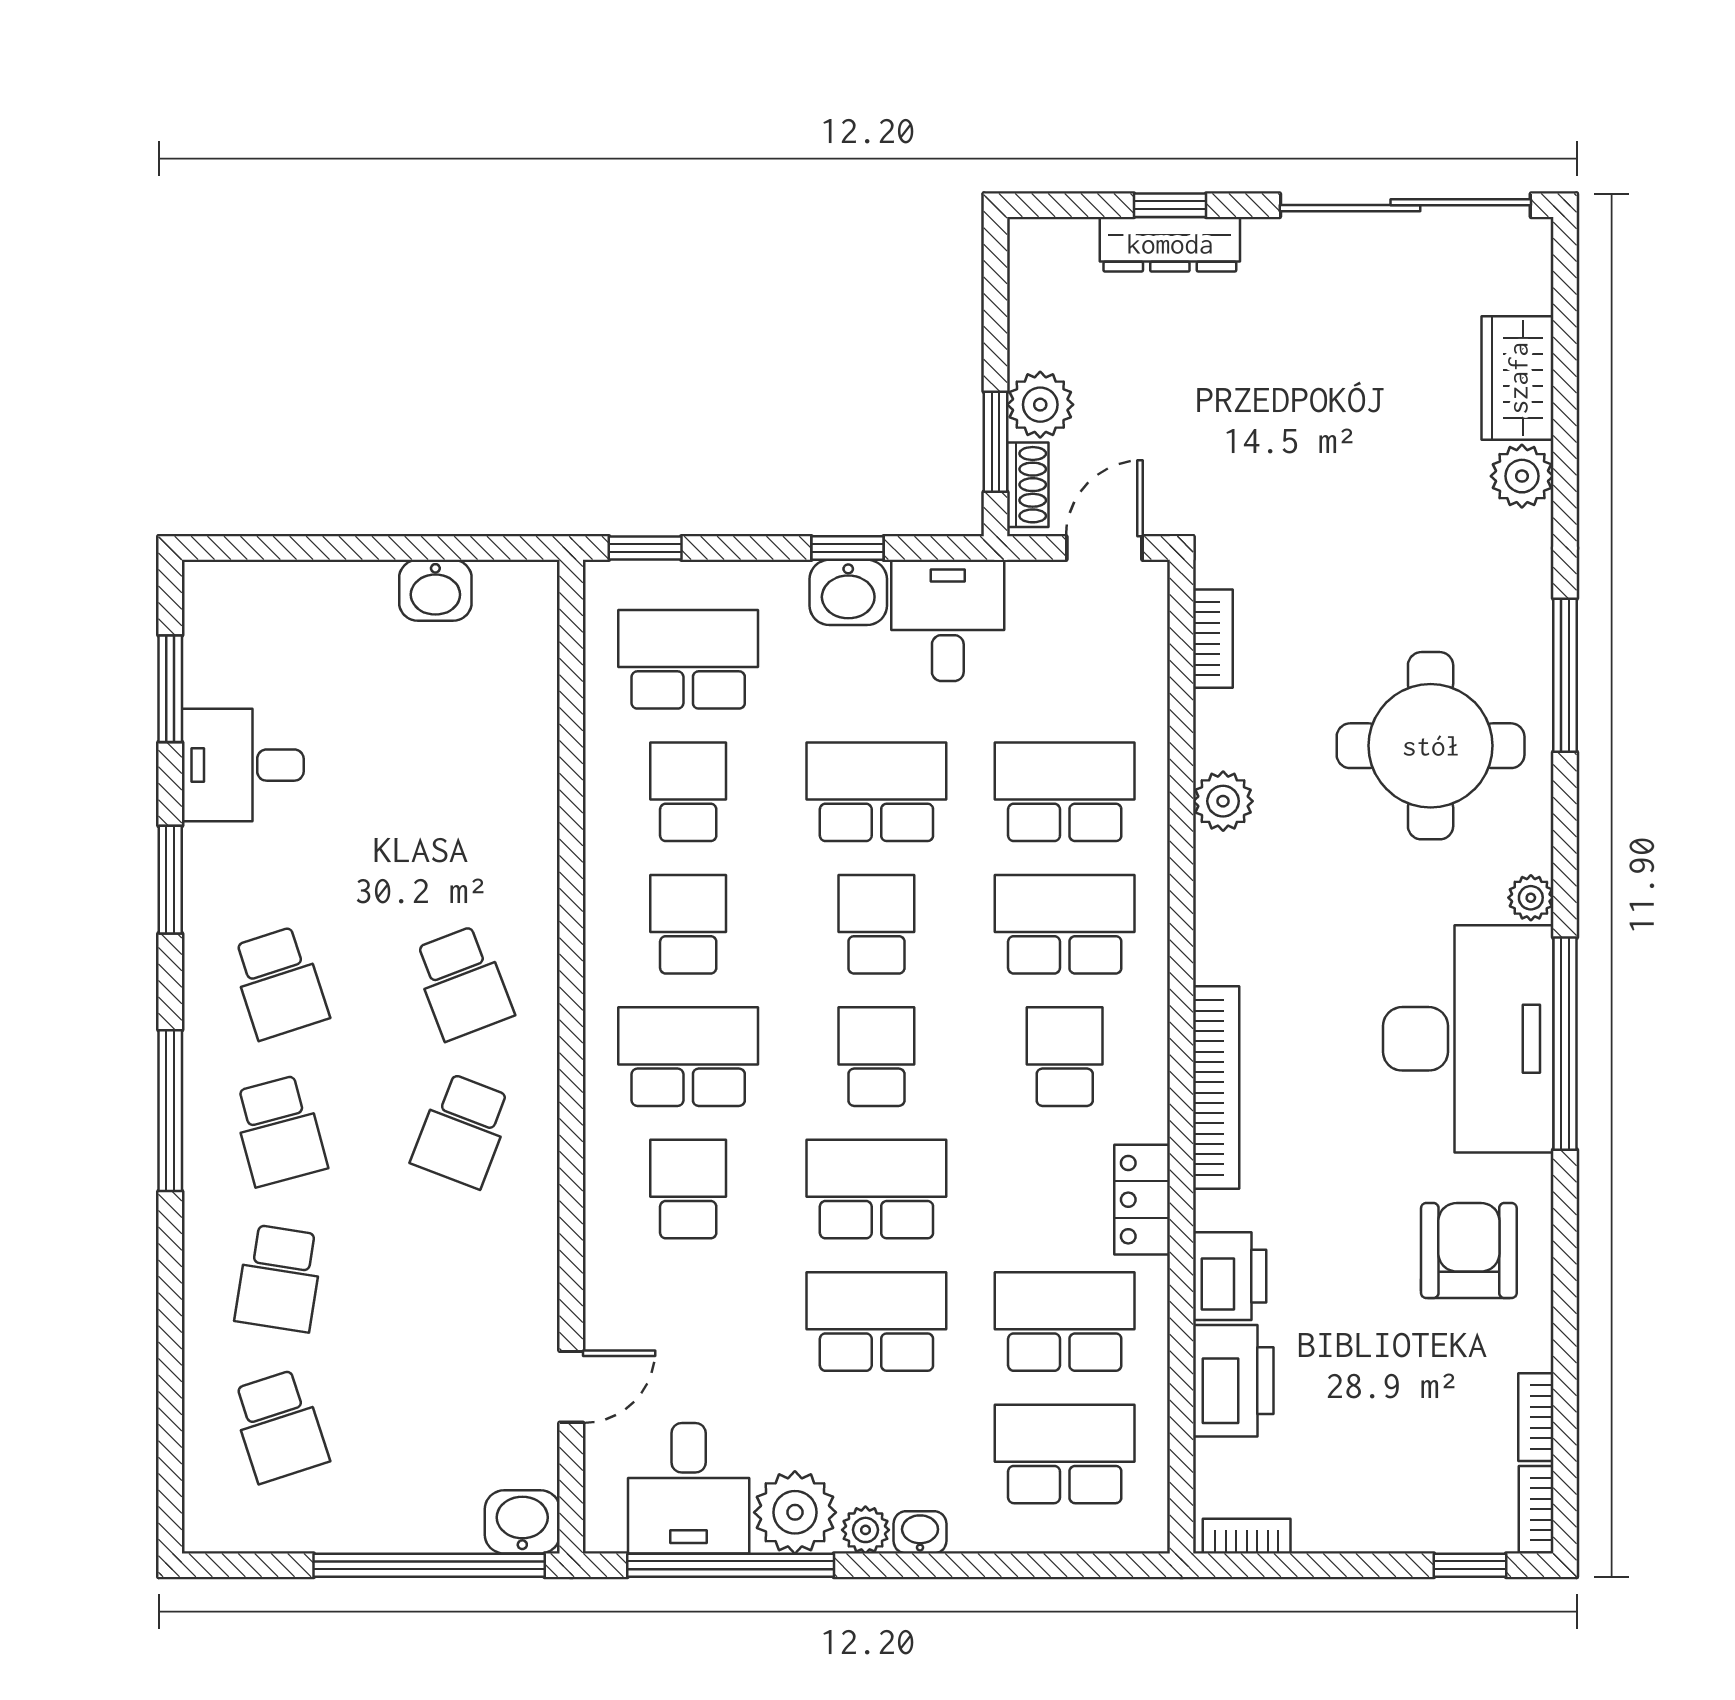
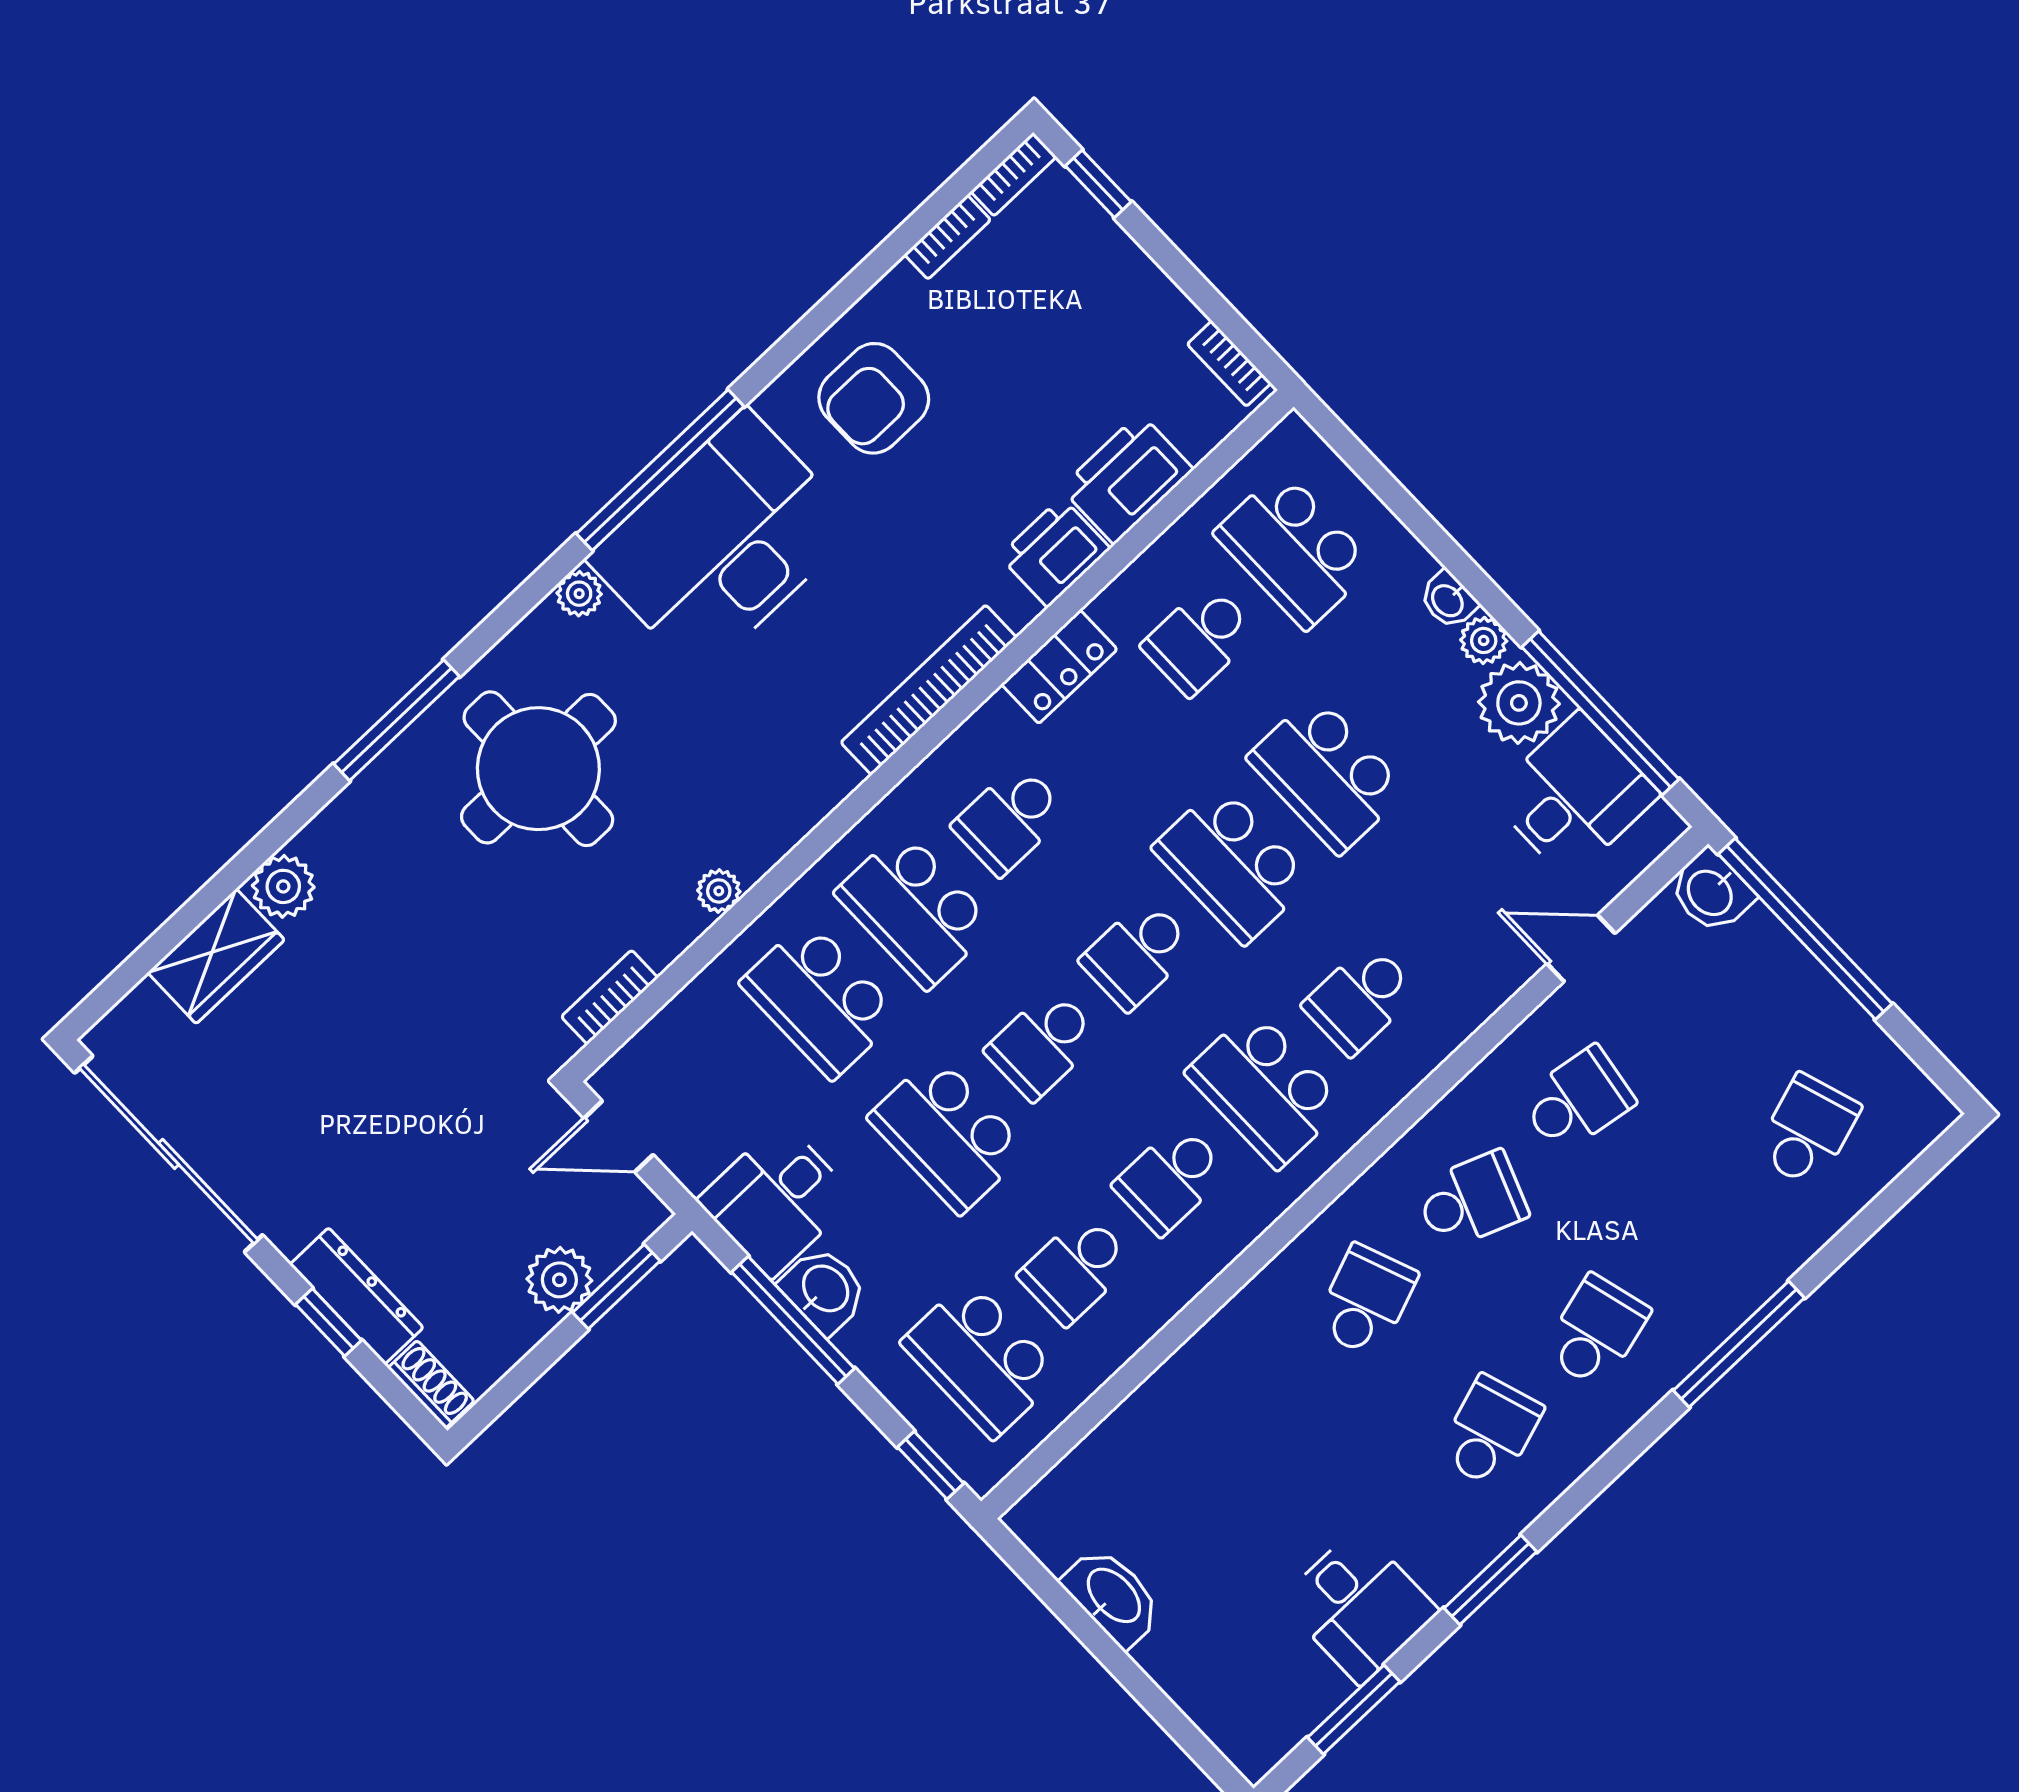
shoe rack: (1028, 485) -> (431, 1384), moved, turned 90
window: (848, 548) -> (793, 1320), width x2.17
washbasin: (435, 590) -> (1113, 1597), width x1.38
plant: (1223, 801) -> (719, 891), width x0.73, depth x0.73
window: (170, 1111) -> (1739, 1344), moved
school desk: (279, 1278) -> (1577, 1100), moved
school desk: (1065, 1321) -> (1199, 639), width x0.54

